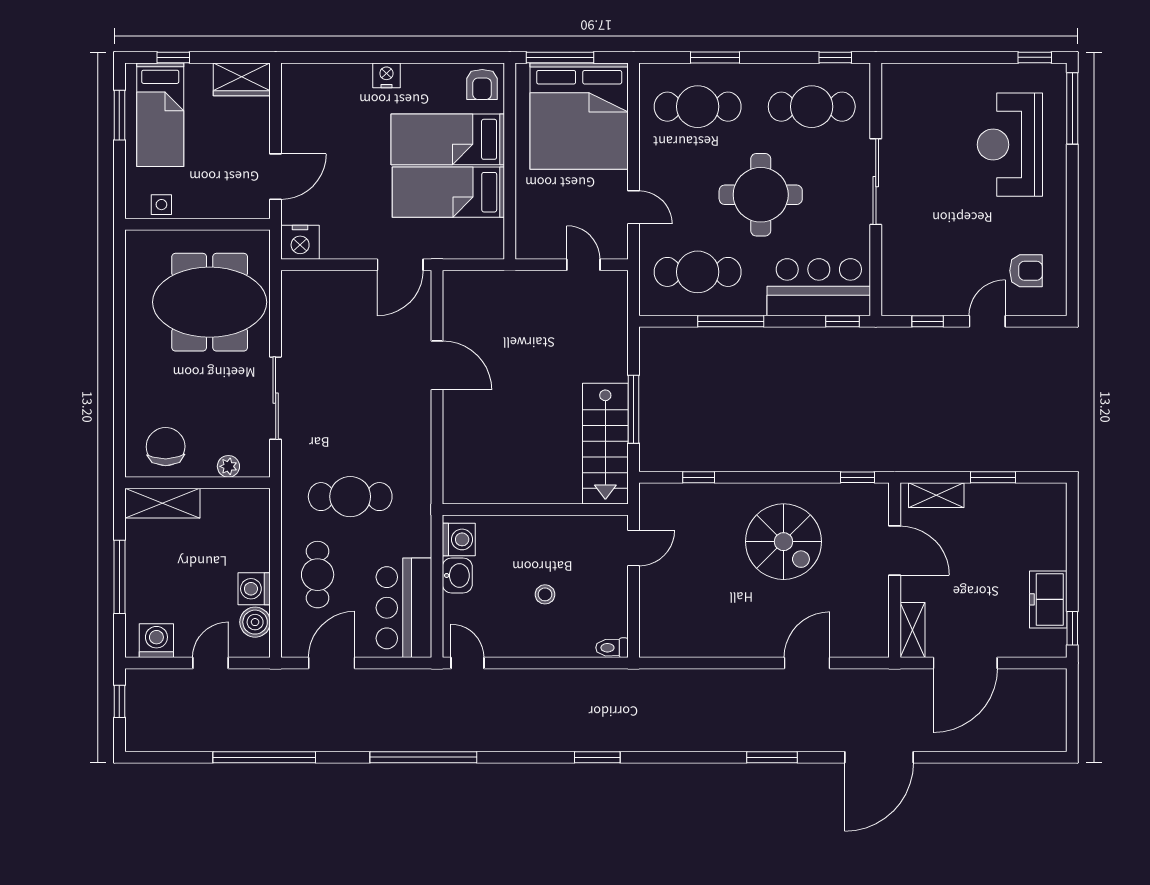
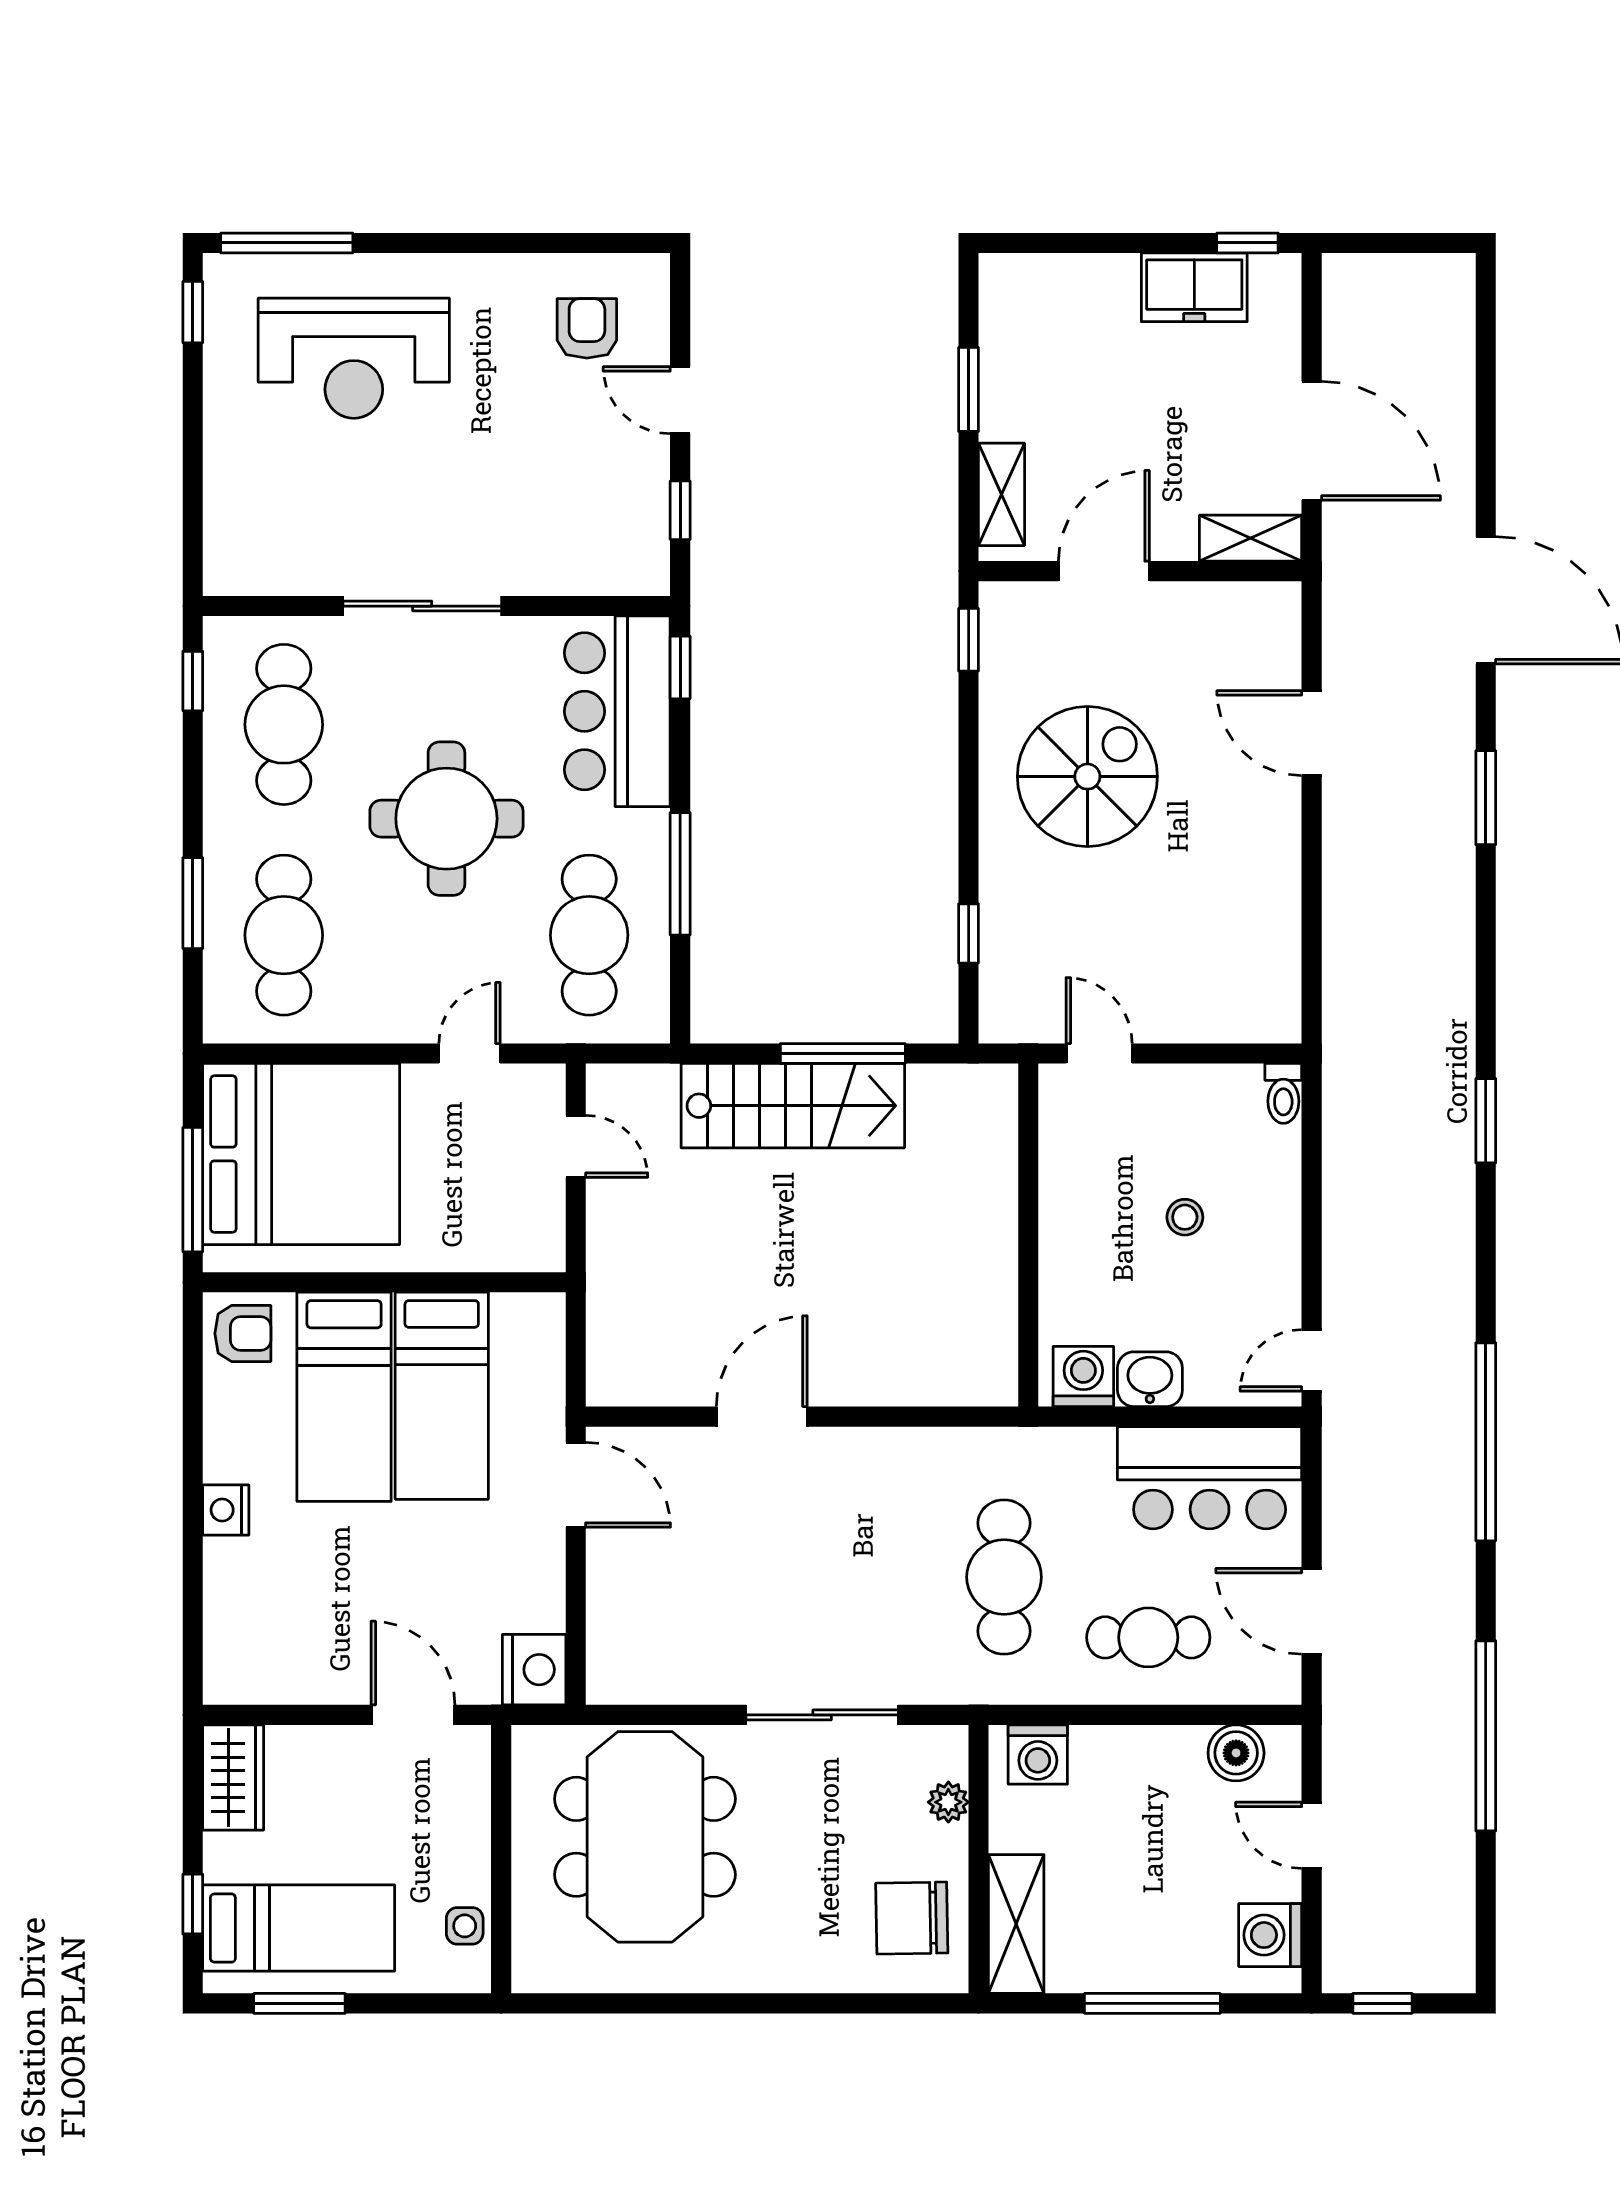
door: (583, 265) -> (576, 1146), swing flipped
stairs: (605, 444) -> (793, 1106), moved
washing machine: (254, 589) -> (1038, 1755), moved

